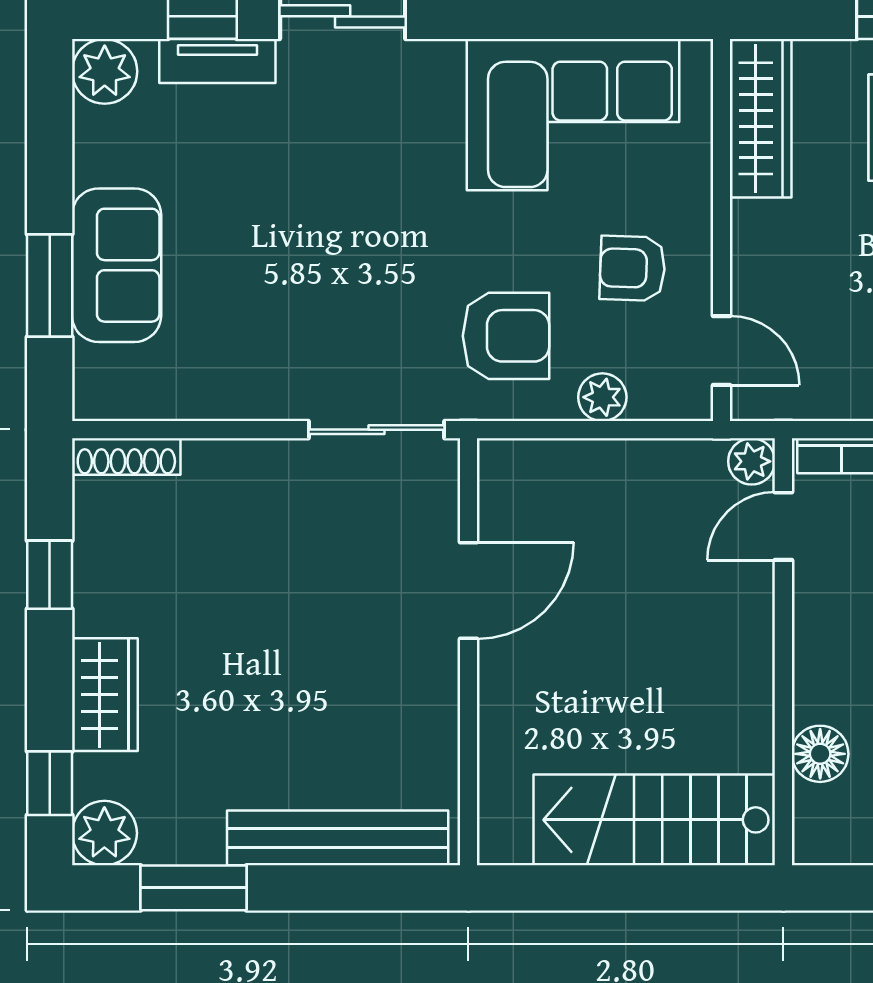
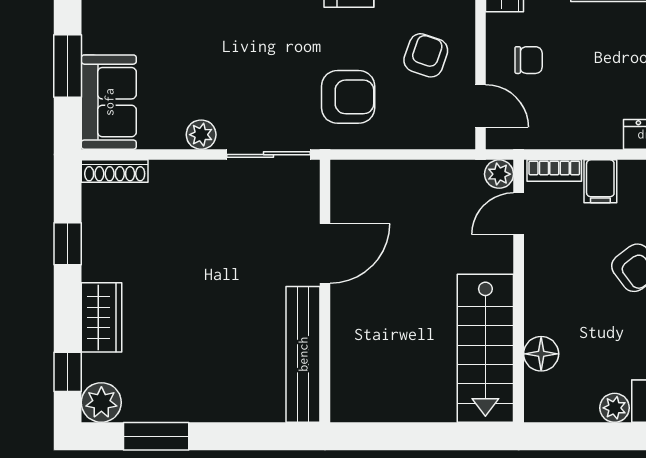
sofa: (117, 265) -> (109, 102), moved
armchair: (632, 268) -> (426, 55), turned 107
chair: (800, 276) -> (529, 60), added
plant: (602, 397) -> (201, 135), moved
stairs: (654, 820) -> (485, 348), moved, turned -90
bench: (338, 838) -> (303, 354), moved, turned 90

